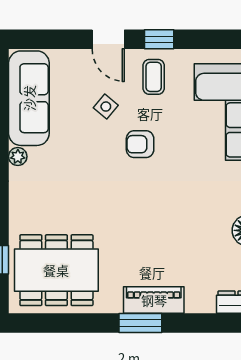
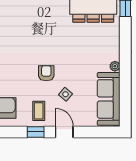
armchair: (140, 144) -> (46, 73), turned -90

